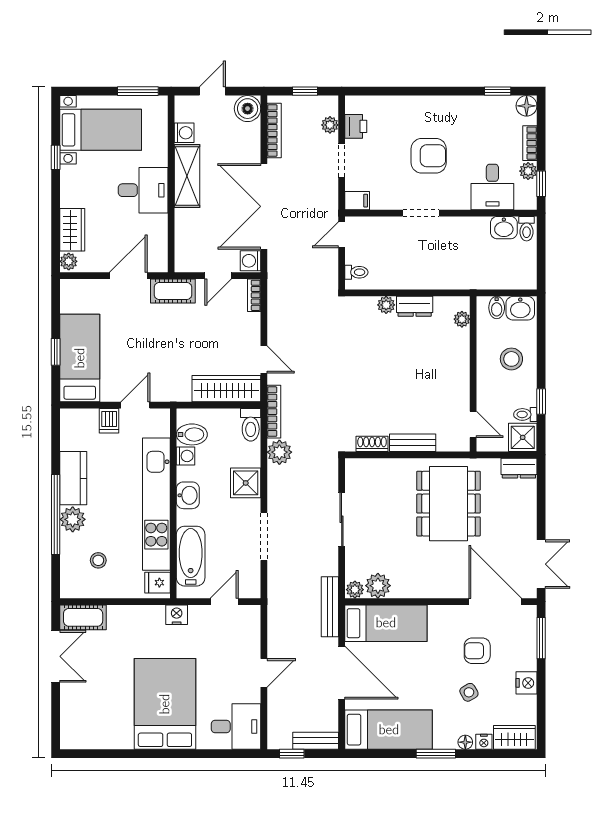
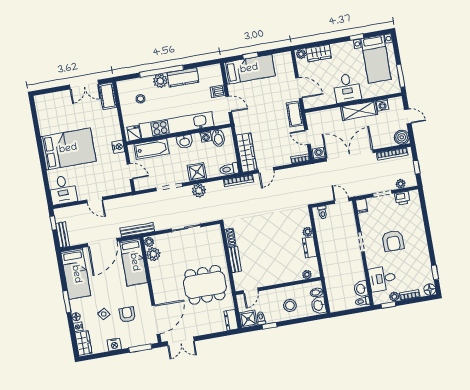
plant: (279, 452) -> (199, 191), moved

